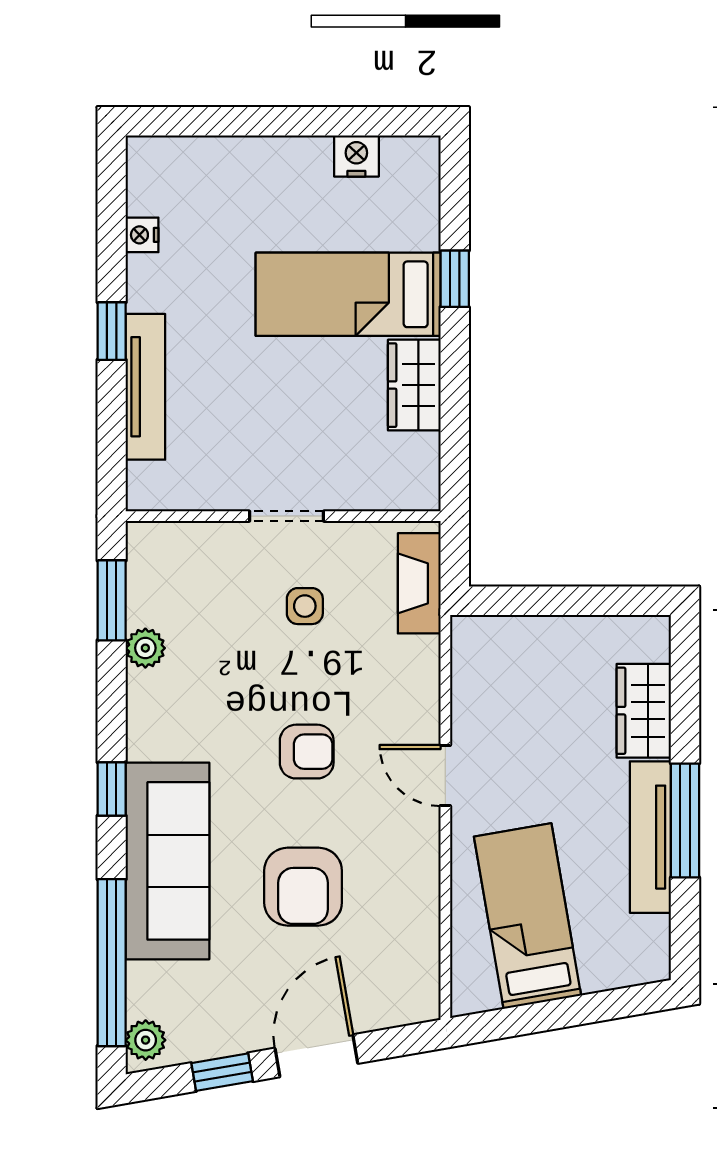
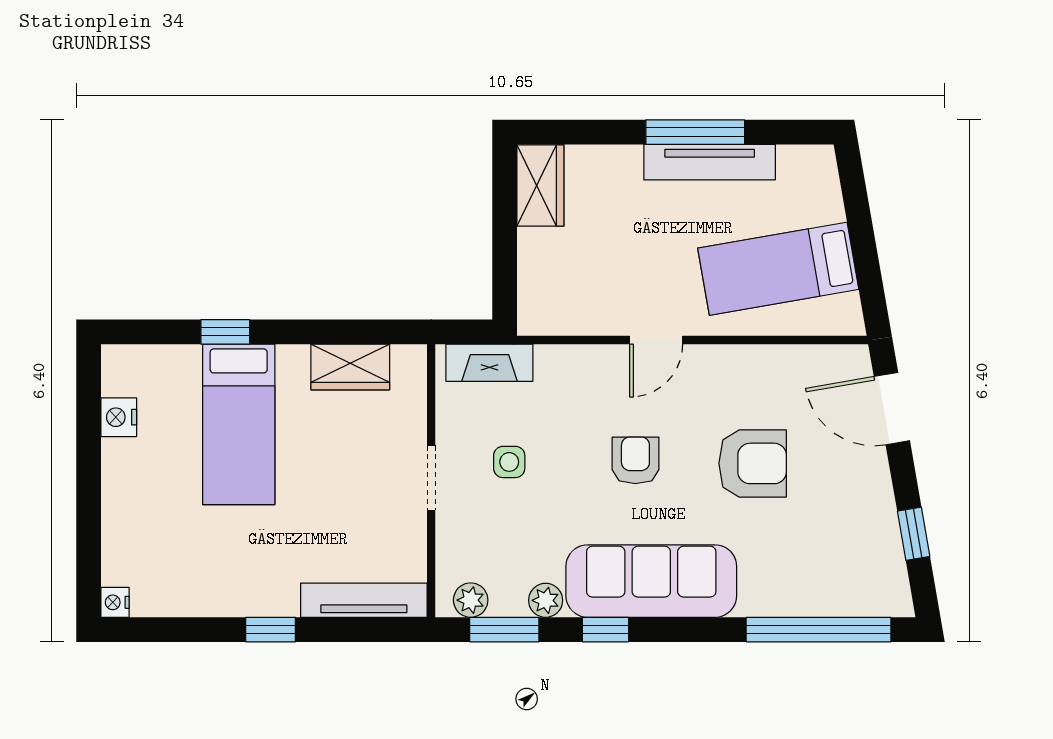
nightstand: (142, 235) -> (115, 602), moved, turned 90
wardrobe: (414, 385) -> (350, 367), moved
tv unit: (145, 387) -> (364, 600), moved
wardrobe: (644, 711) -> (540, 185), moved, turned -90
window: (112, 789) -> (605, 630), moved
sofa: (168, 861) -> (651, 581), moved
plant: (146, 1040) -> (471, 600), moved
door: (316, 1056) -> (892, 409), moved

